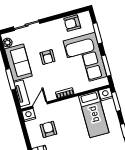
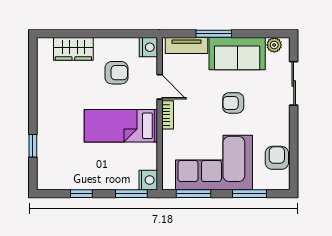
door: (40, 105) -> (160, 87), moved
bed: (94, 114) -> (121, 126), moved

